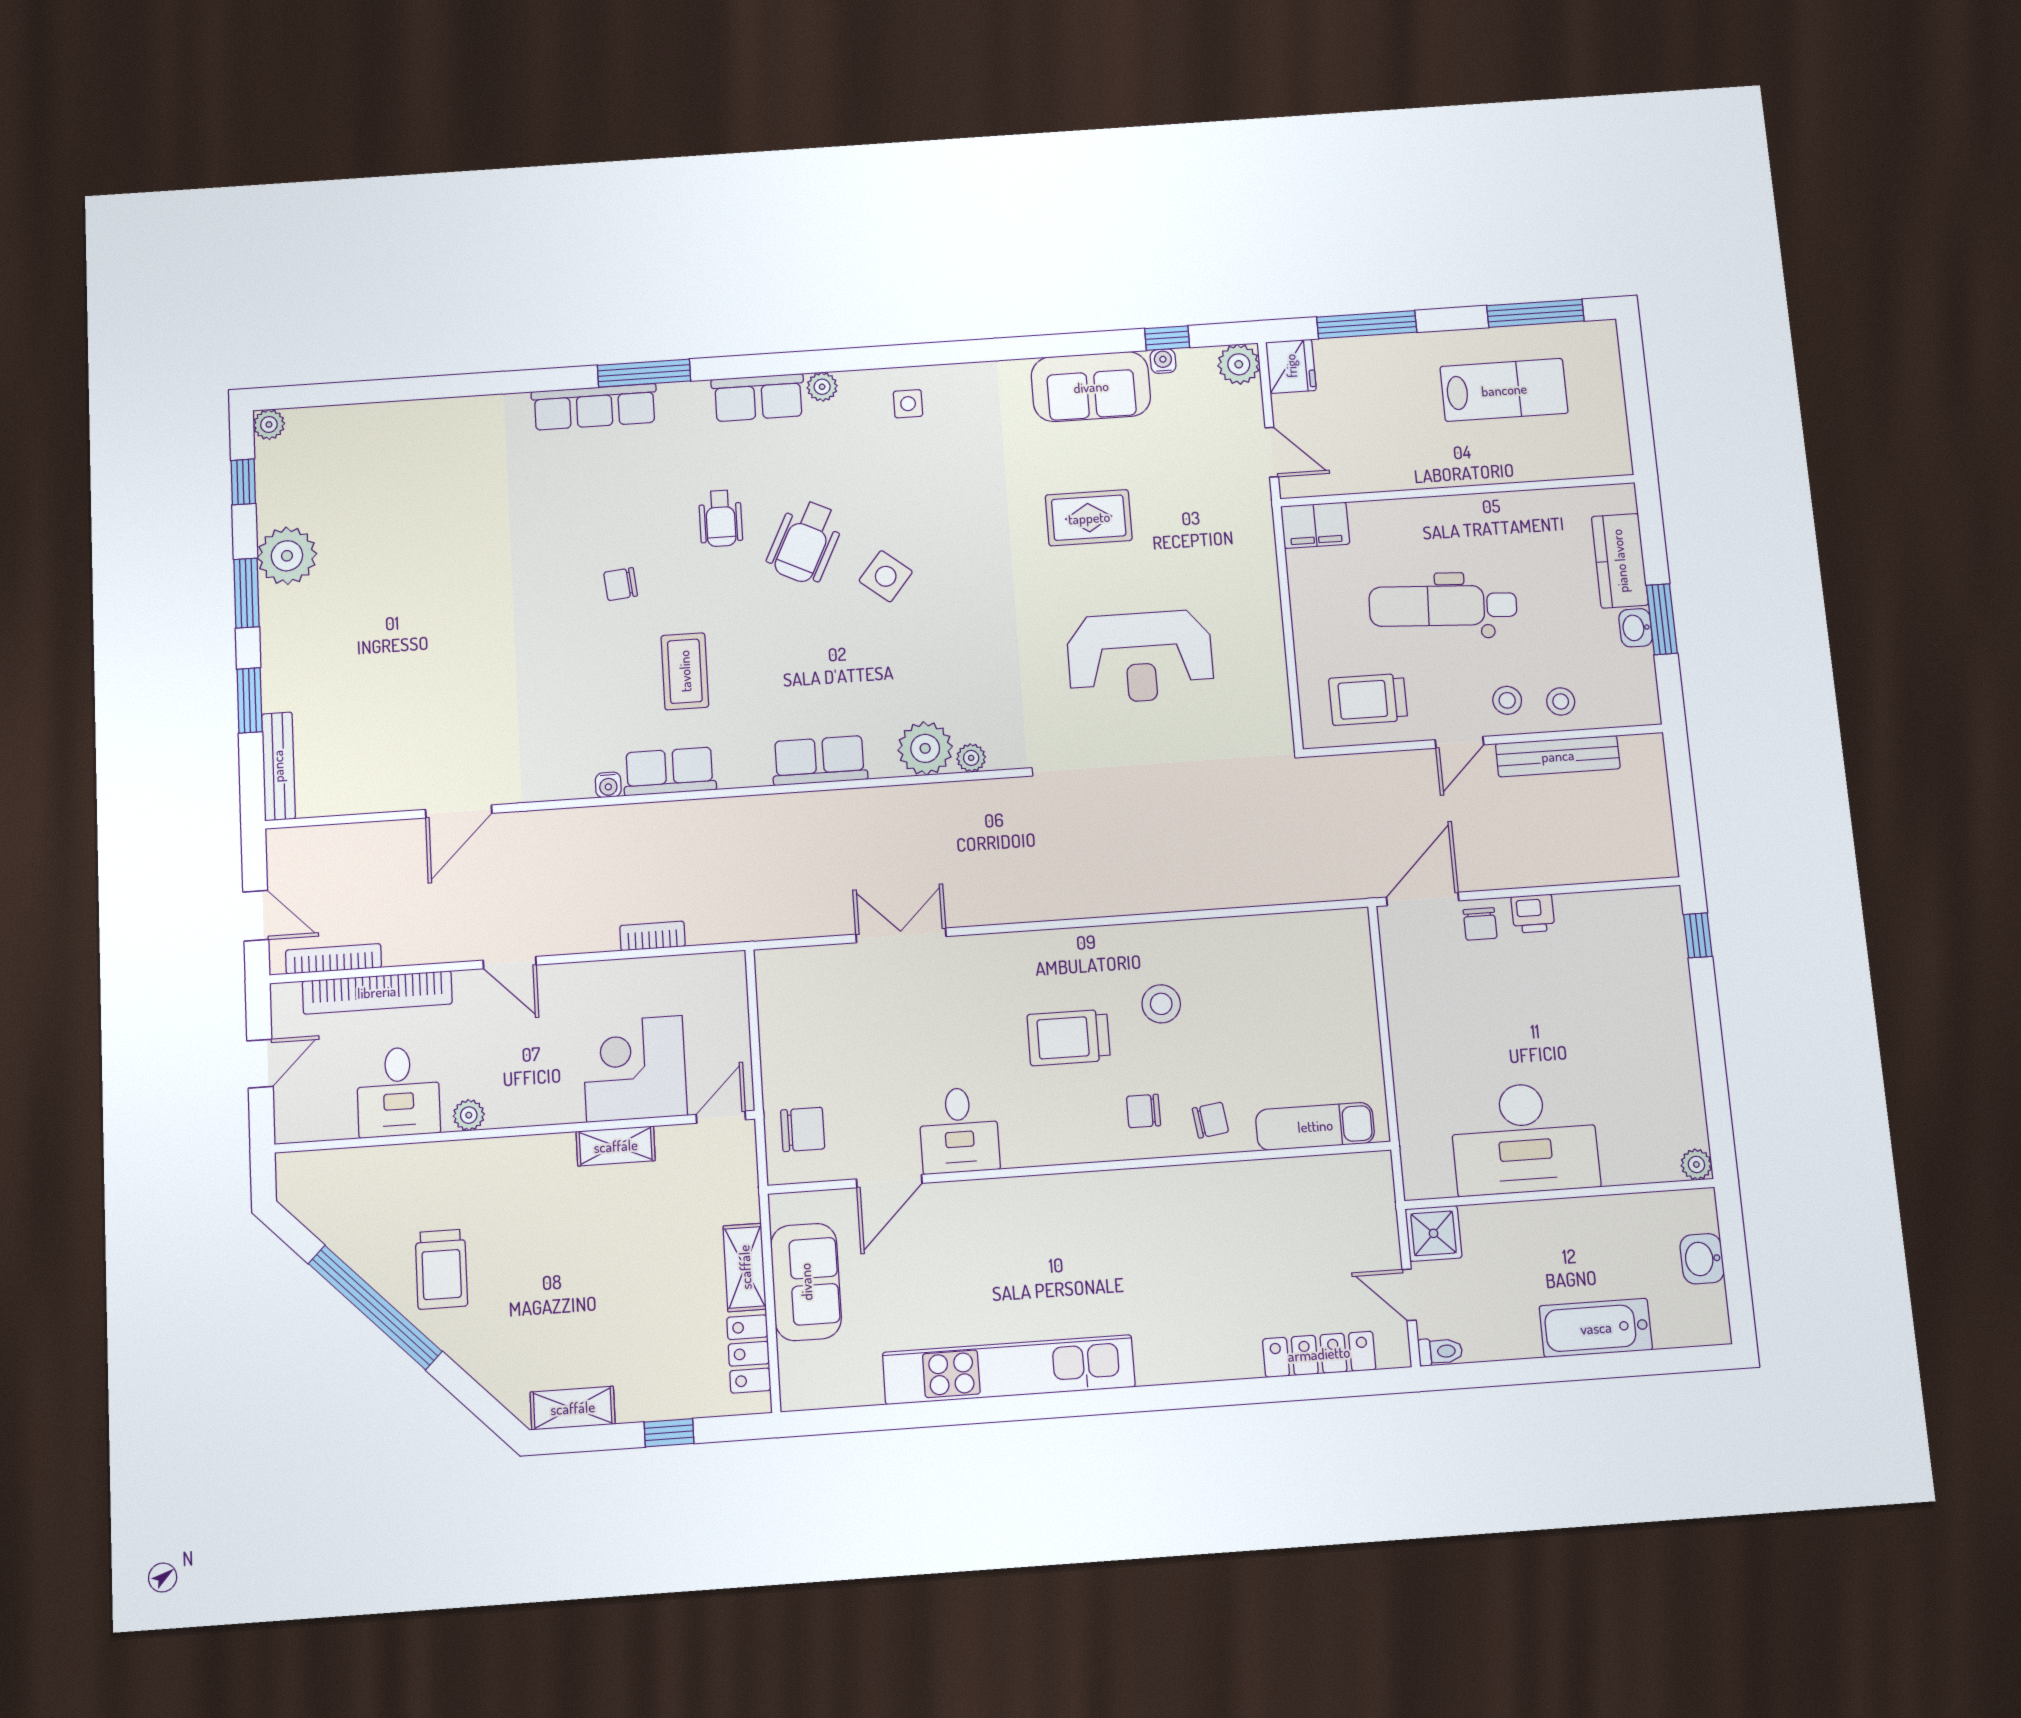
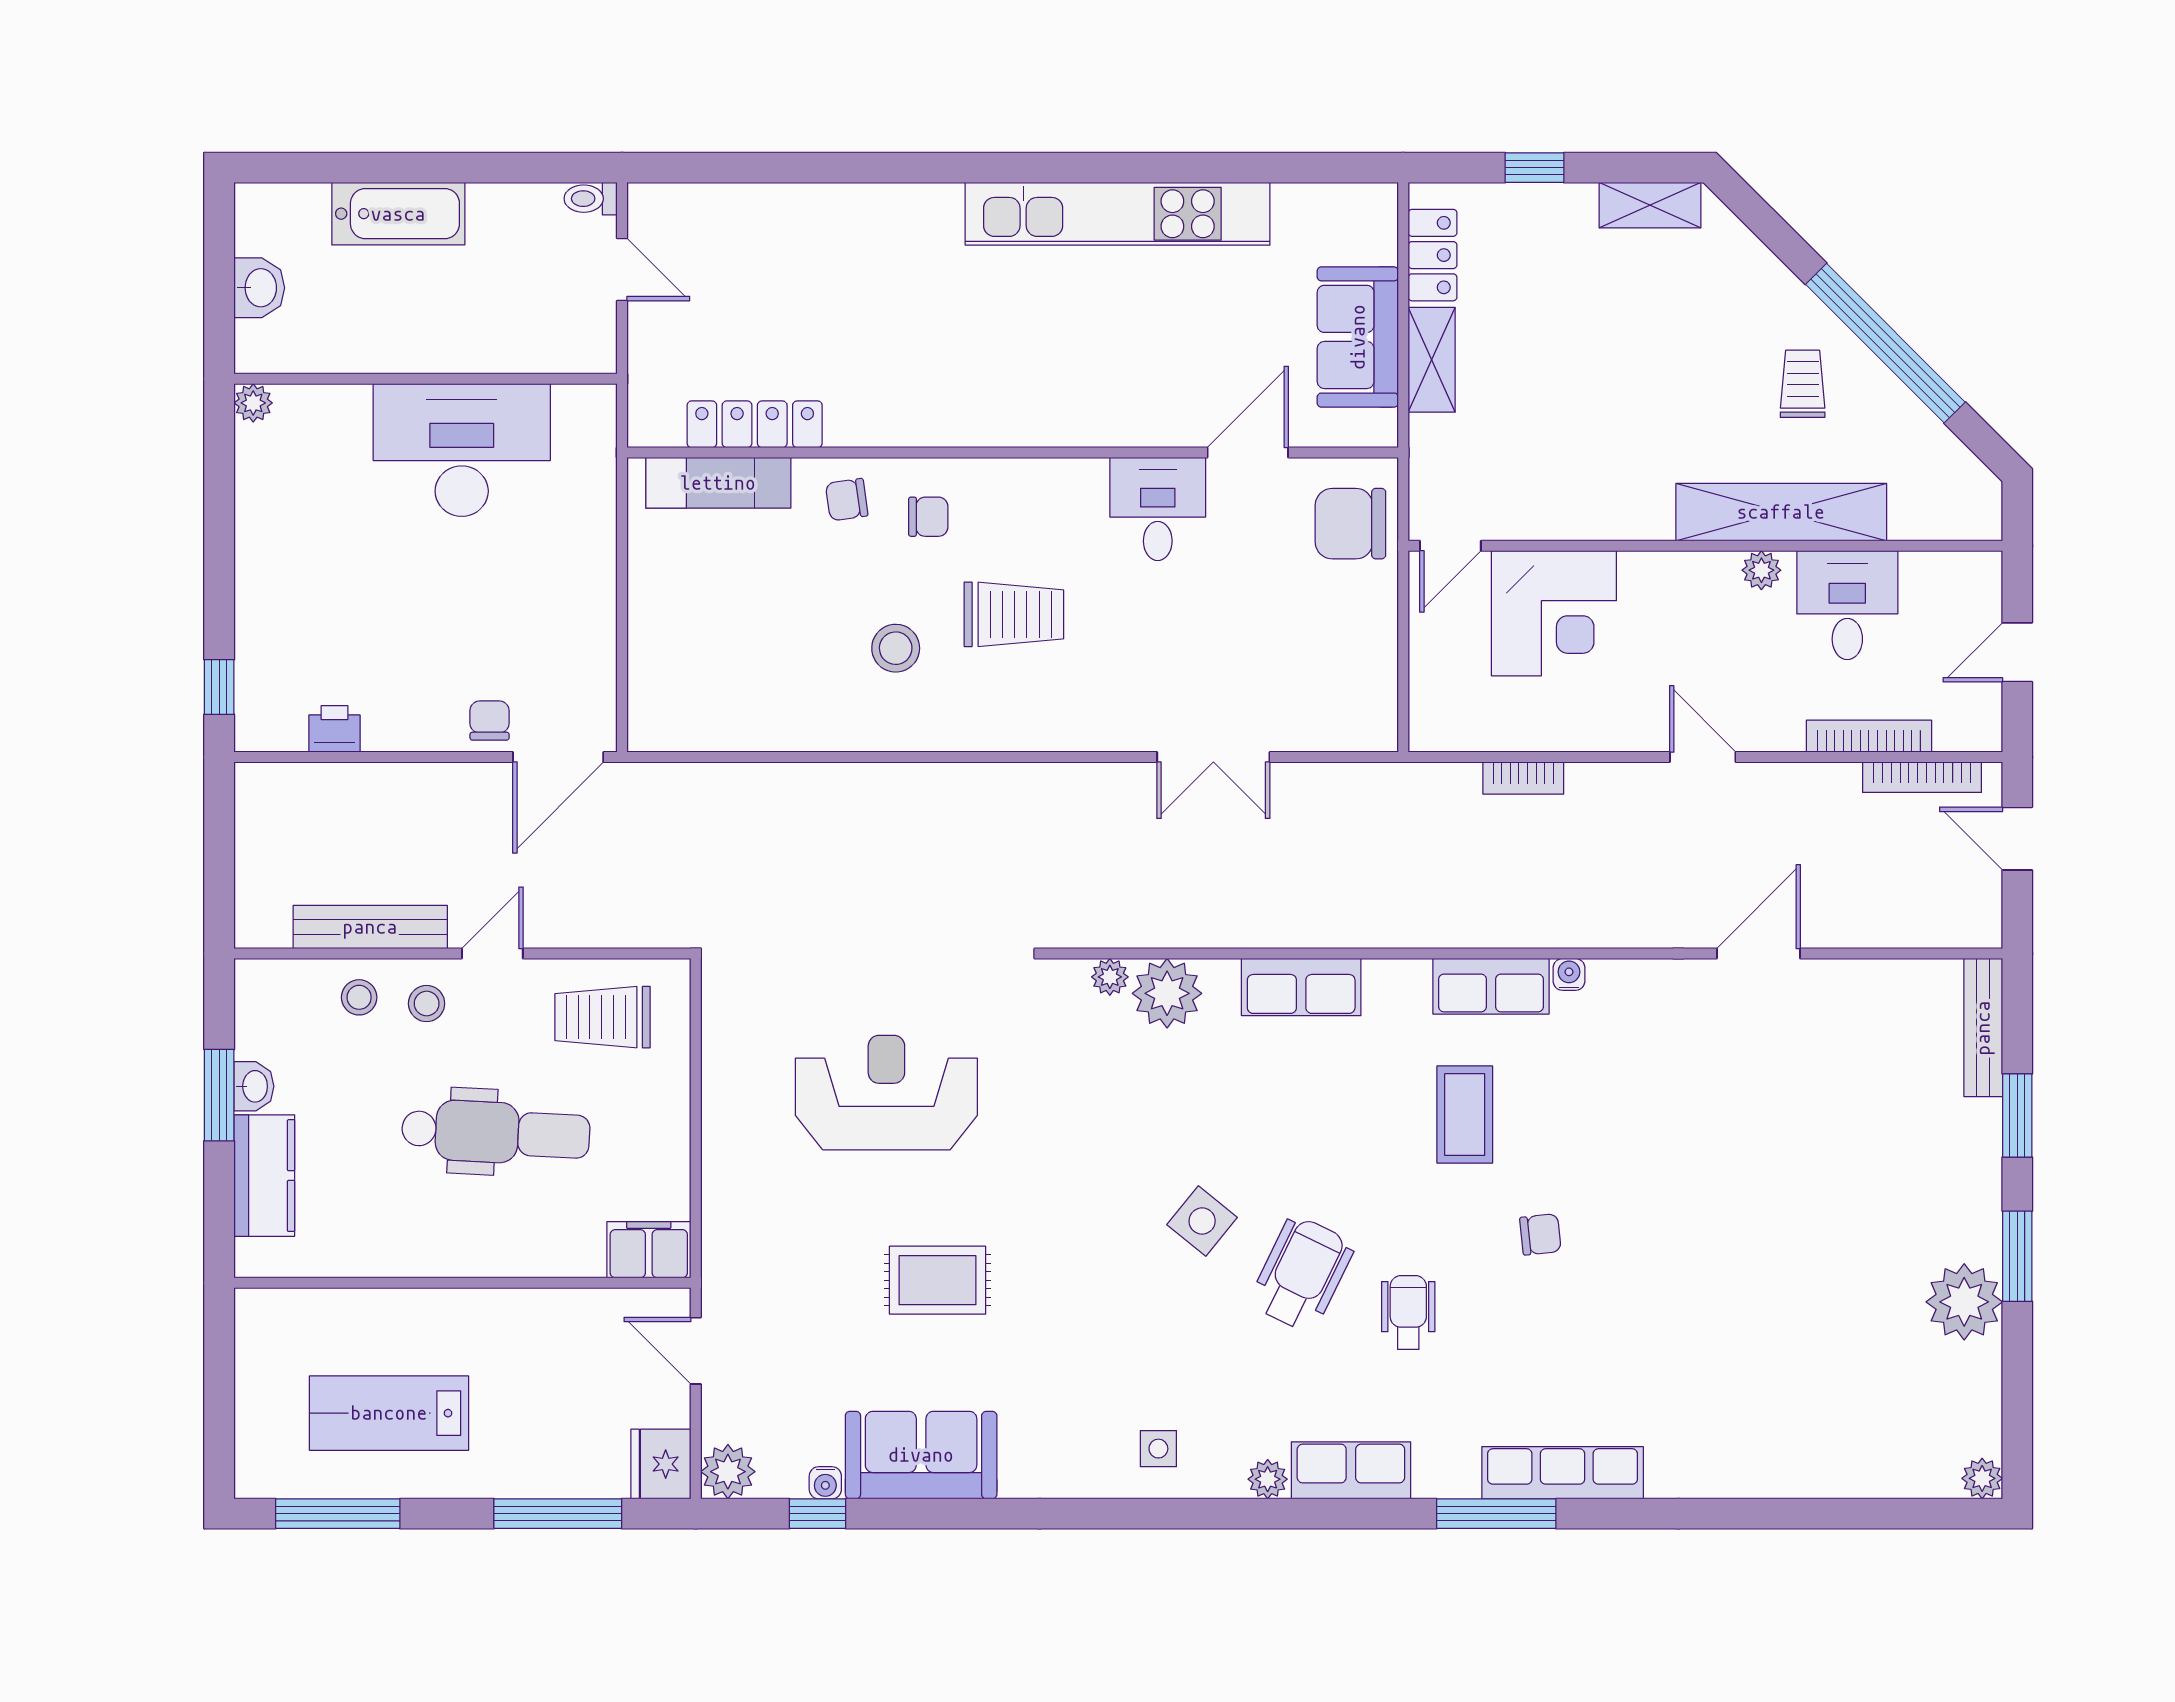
window: (243, 482) -> (2017, 1404), removed
trolley: (1368, 699) -> (602, 1017), turned 180
printer: (1533, 914) -> (335, 729), moved
bookcase: (377, 992) -> (1869, 736), width x0.68, depth x0.76
chair: (803, 1129) -> (1350, 524), width x1.37, depth x1.37
shelving: (616, 1146) -> (1781, 512), moved, width x2.20, depth x1.33
shower: (1433, 1233) -> (585, 342), removed
trolley: (441, 1269) -> (1803, 384), width x0.73, depth x0.72
locker: (1319, 1354) -> (755, 424), moved, turned 180

